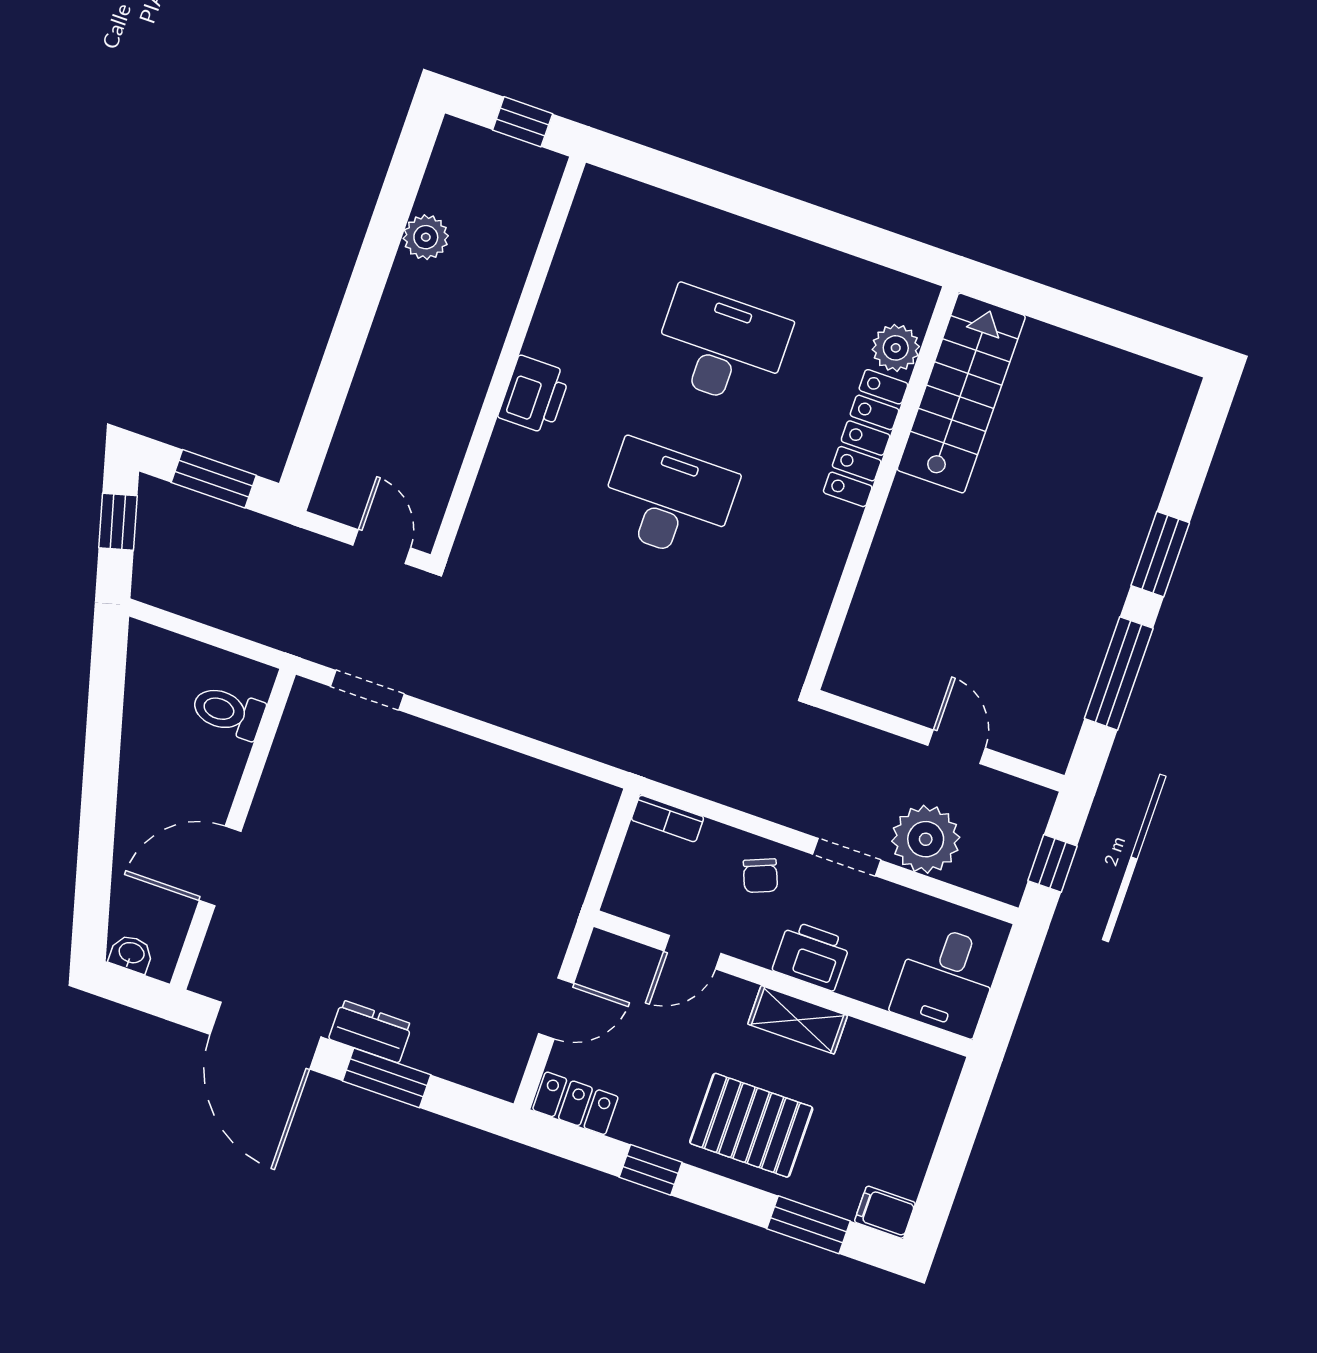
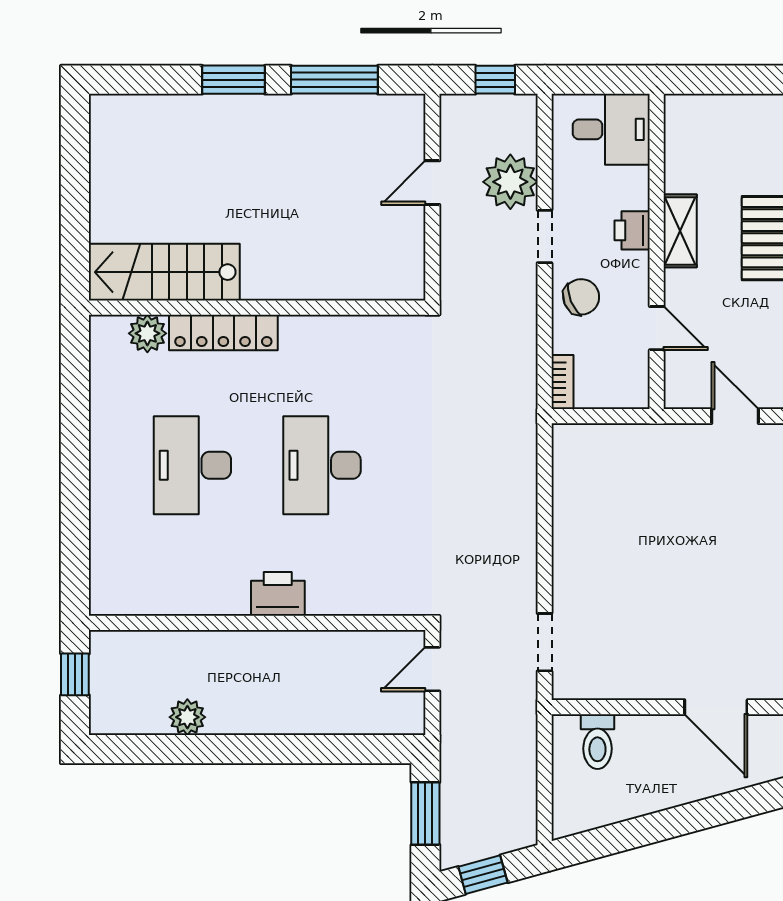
chair: (760, 876) -> (581, 297), width x1.37, depth x1.37
printer: (812, 956) -> (632, 230), width x0.73, depth x0.81

